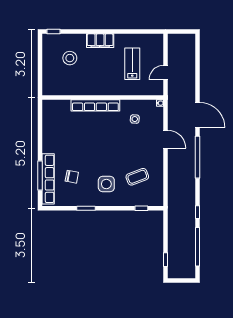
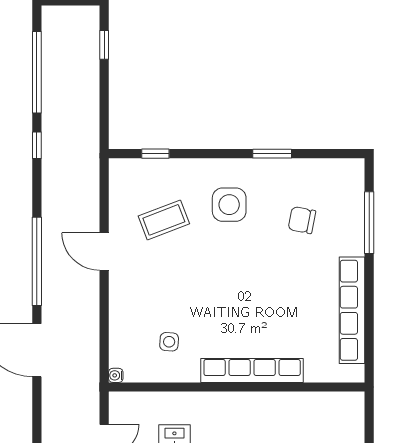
door: (166, 139) -> (104, 252), moved
row of seats: (48, 179) -> (352, 310), moved

